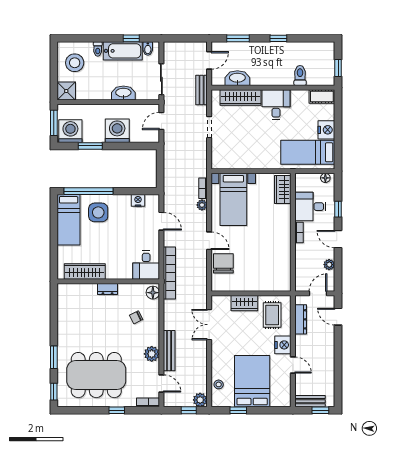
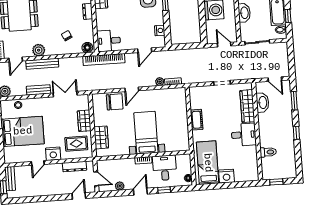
bench: (202, 90) -> (38, 90), moved
cot: (322, 97) -> (197, 120), moved
wardrobe: (283, 190) -> (101, 137), moved, turned 90
bed with nightstands: (233, 199) -> (146, 133), moved, turned 90

